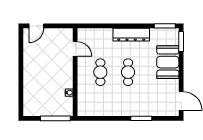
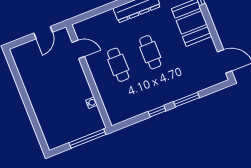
door: (36, 26) -> (43, 33), moved
window: (116, 118) -> (157, 111), added

